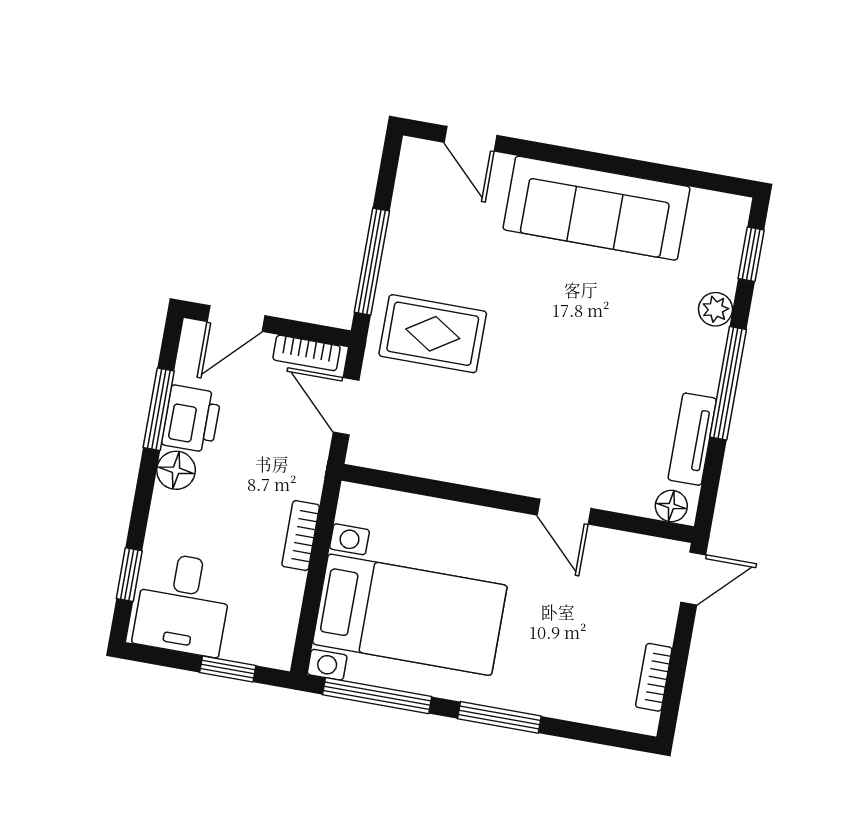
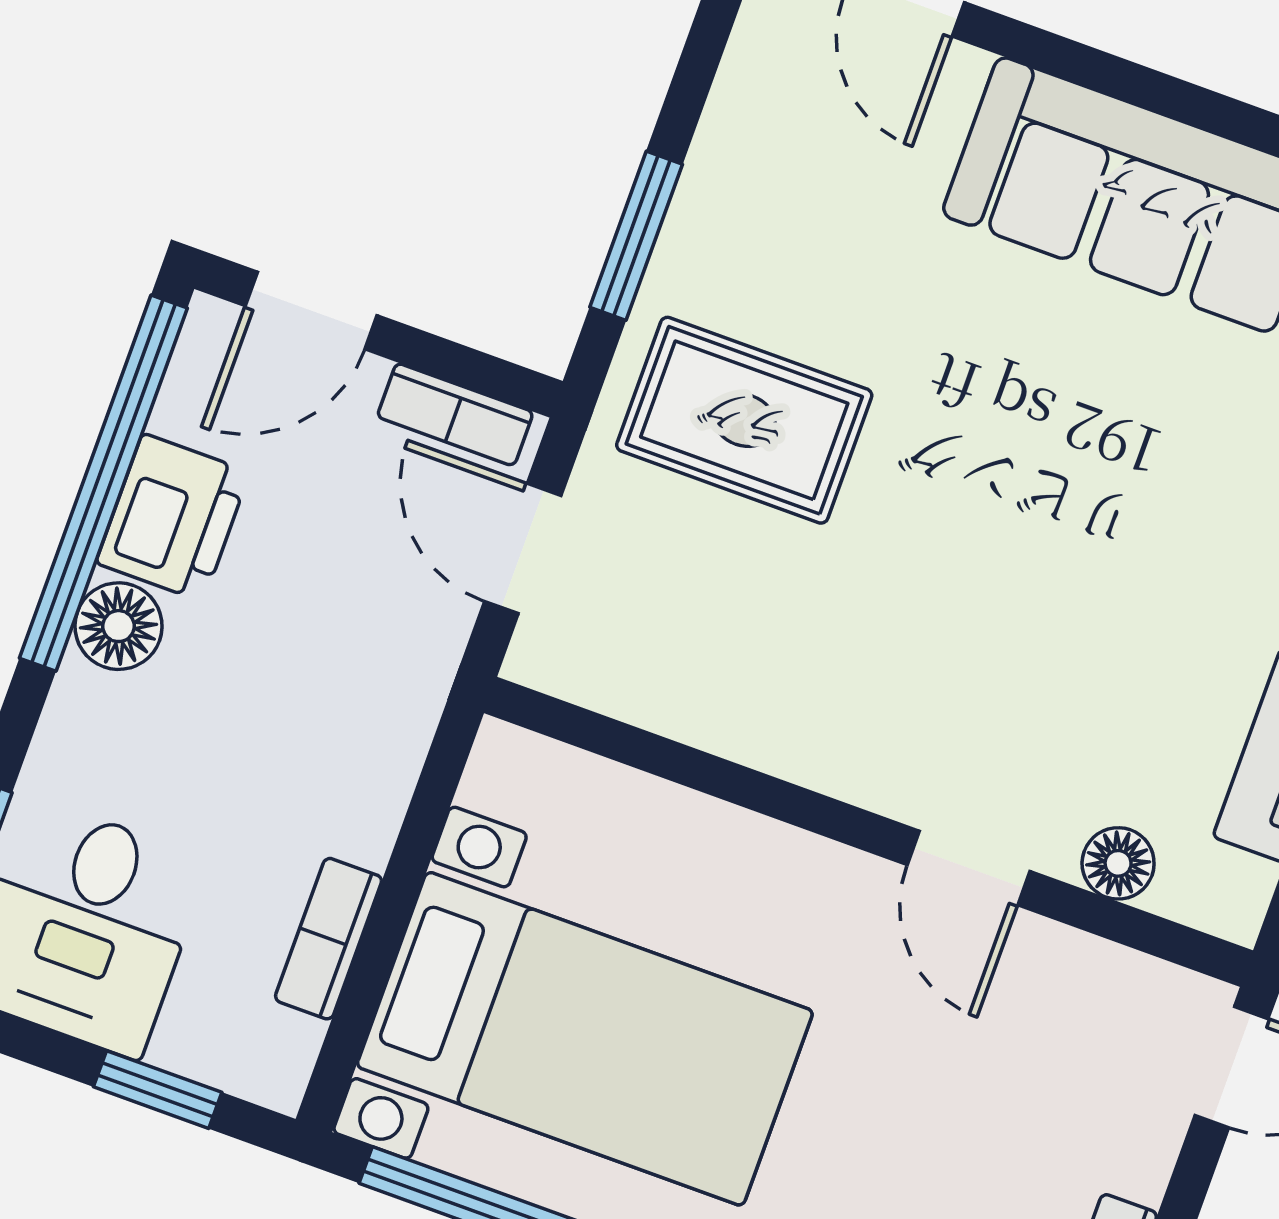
window: (372, 262) -> (636, 236), width x0.69
window: (159, 409) -> (103, 483), width x2.11
floor lamp: (671, 506) -> (1118, 863), moved
bookcase: (301, 536) -> (329, 939), moved

